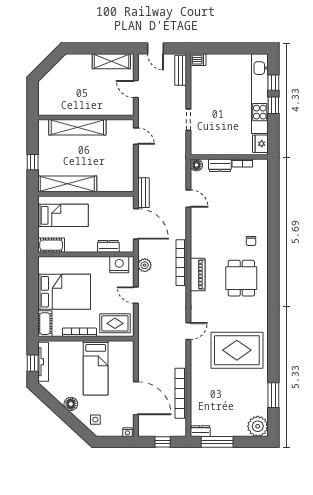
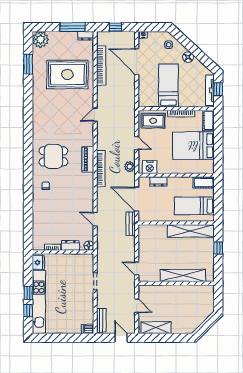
dining table: (241, 278) -> (53, 156), turned 90
rug: (237, 350) -> (67, 74), moved

